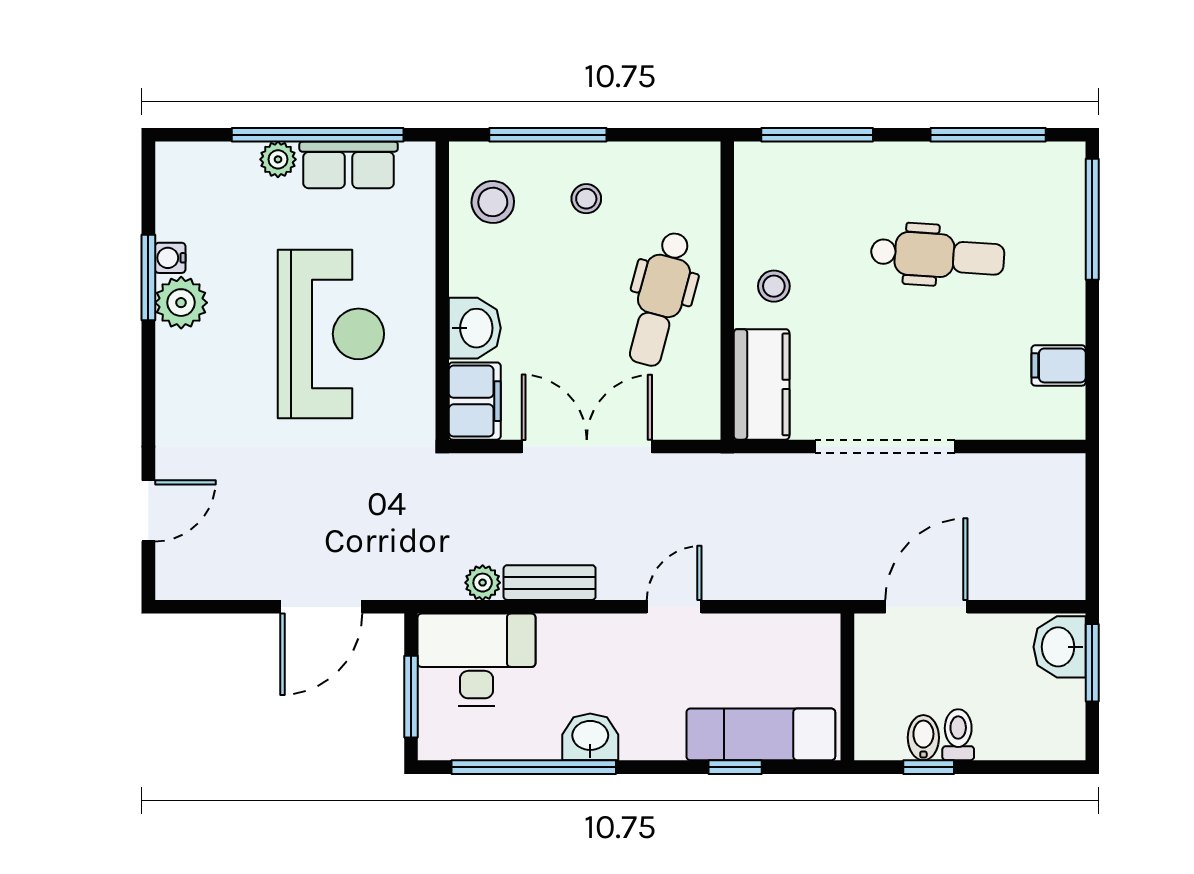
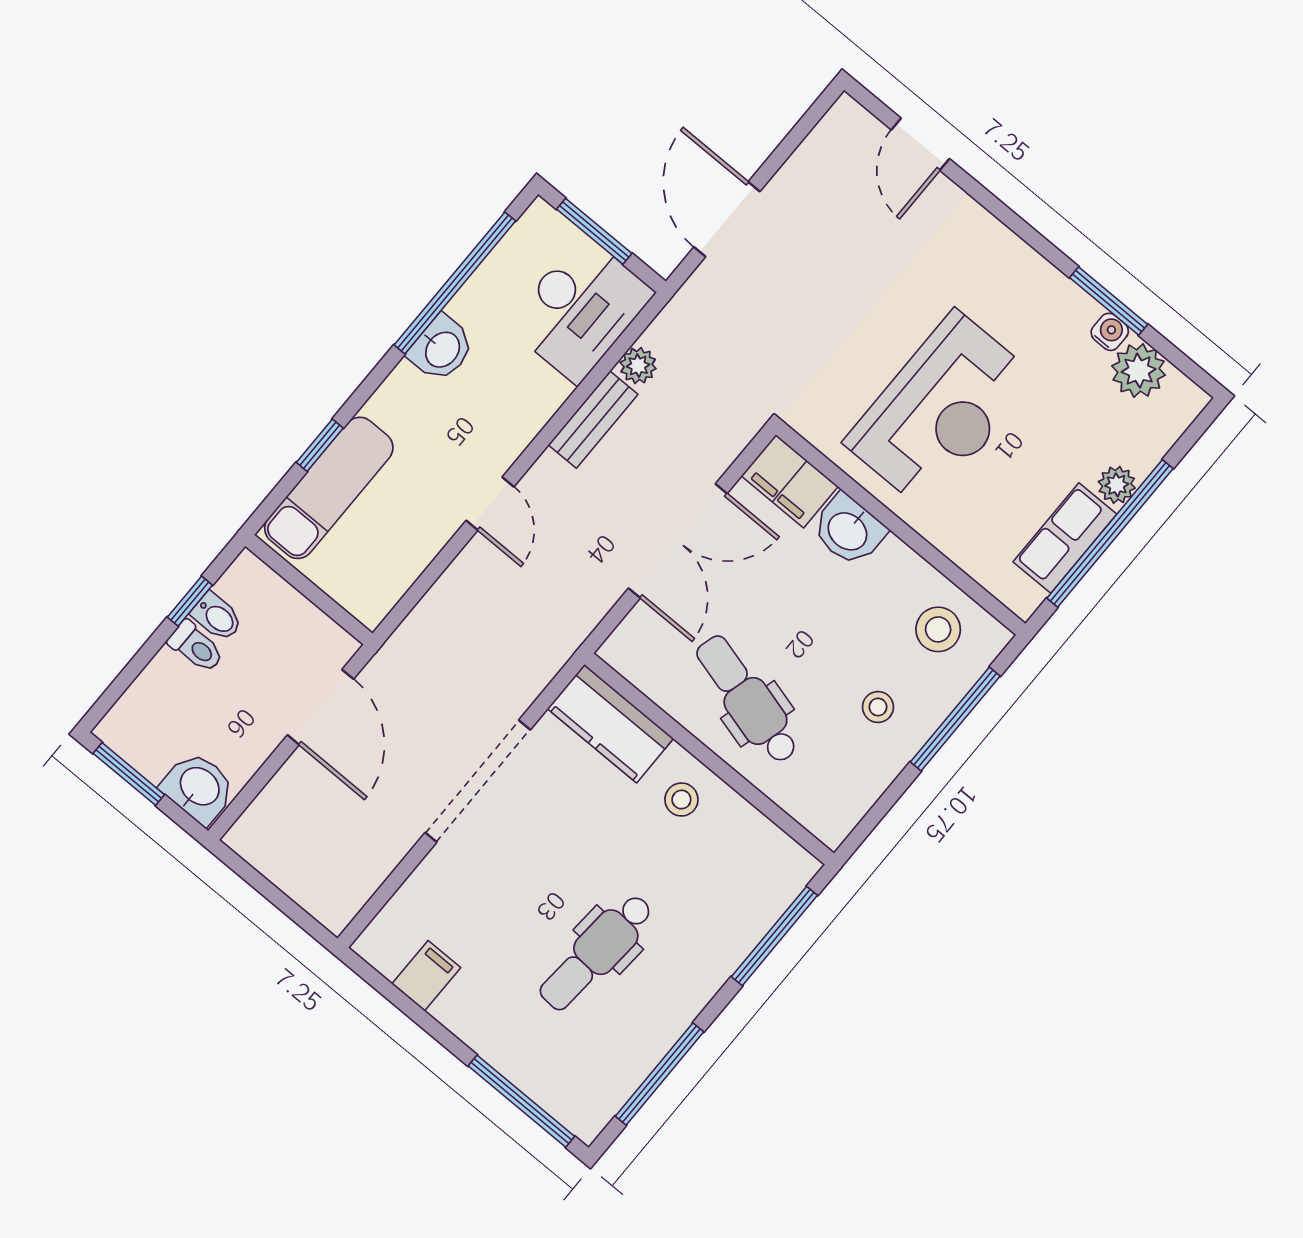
plant: (181, 303) -> (1139, 371), moved
reception desk: (331, 334) -> (940, 410), turned -90
window: (1092, 663) -> (129, 774), moved

